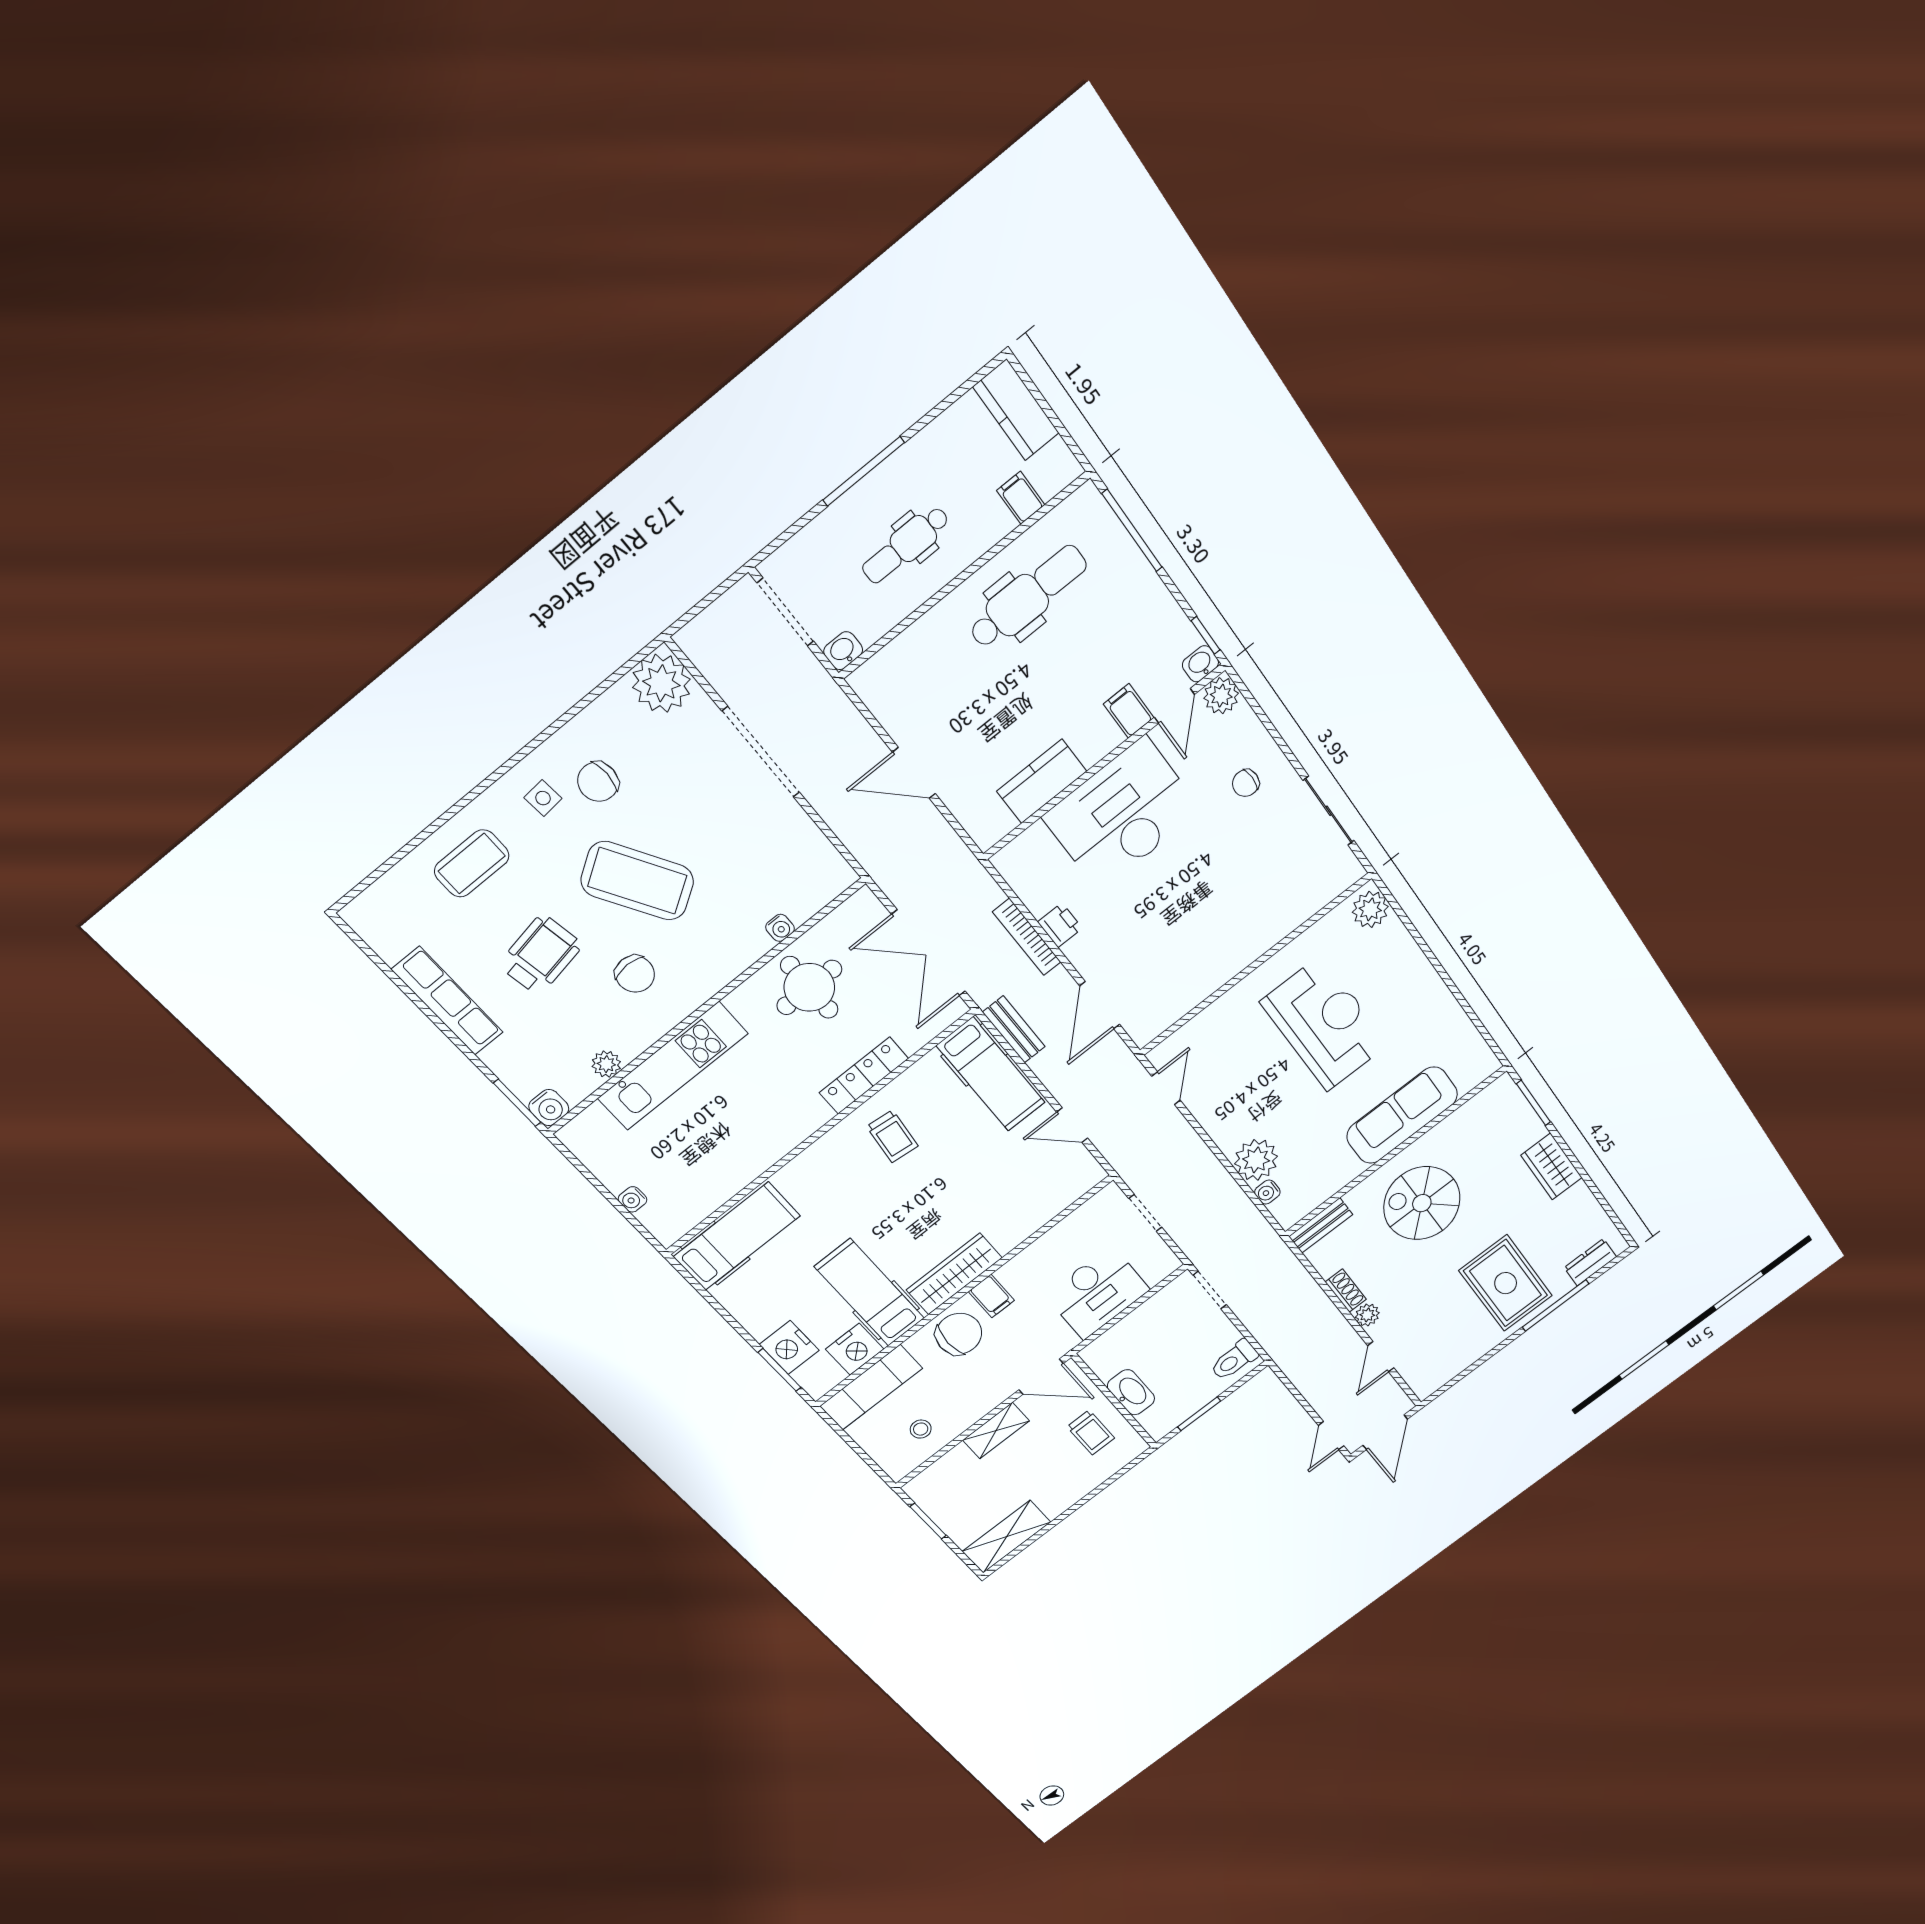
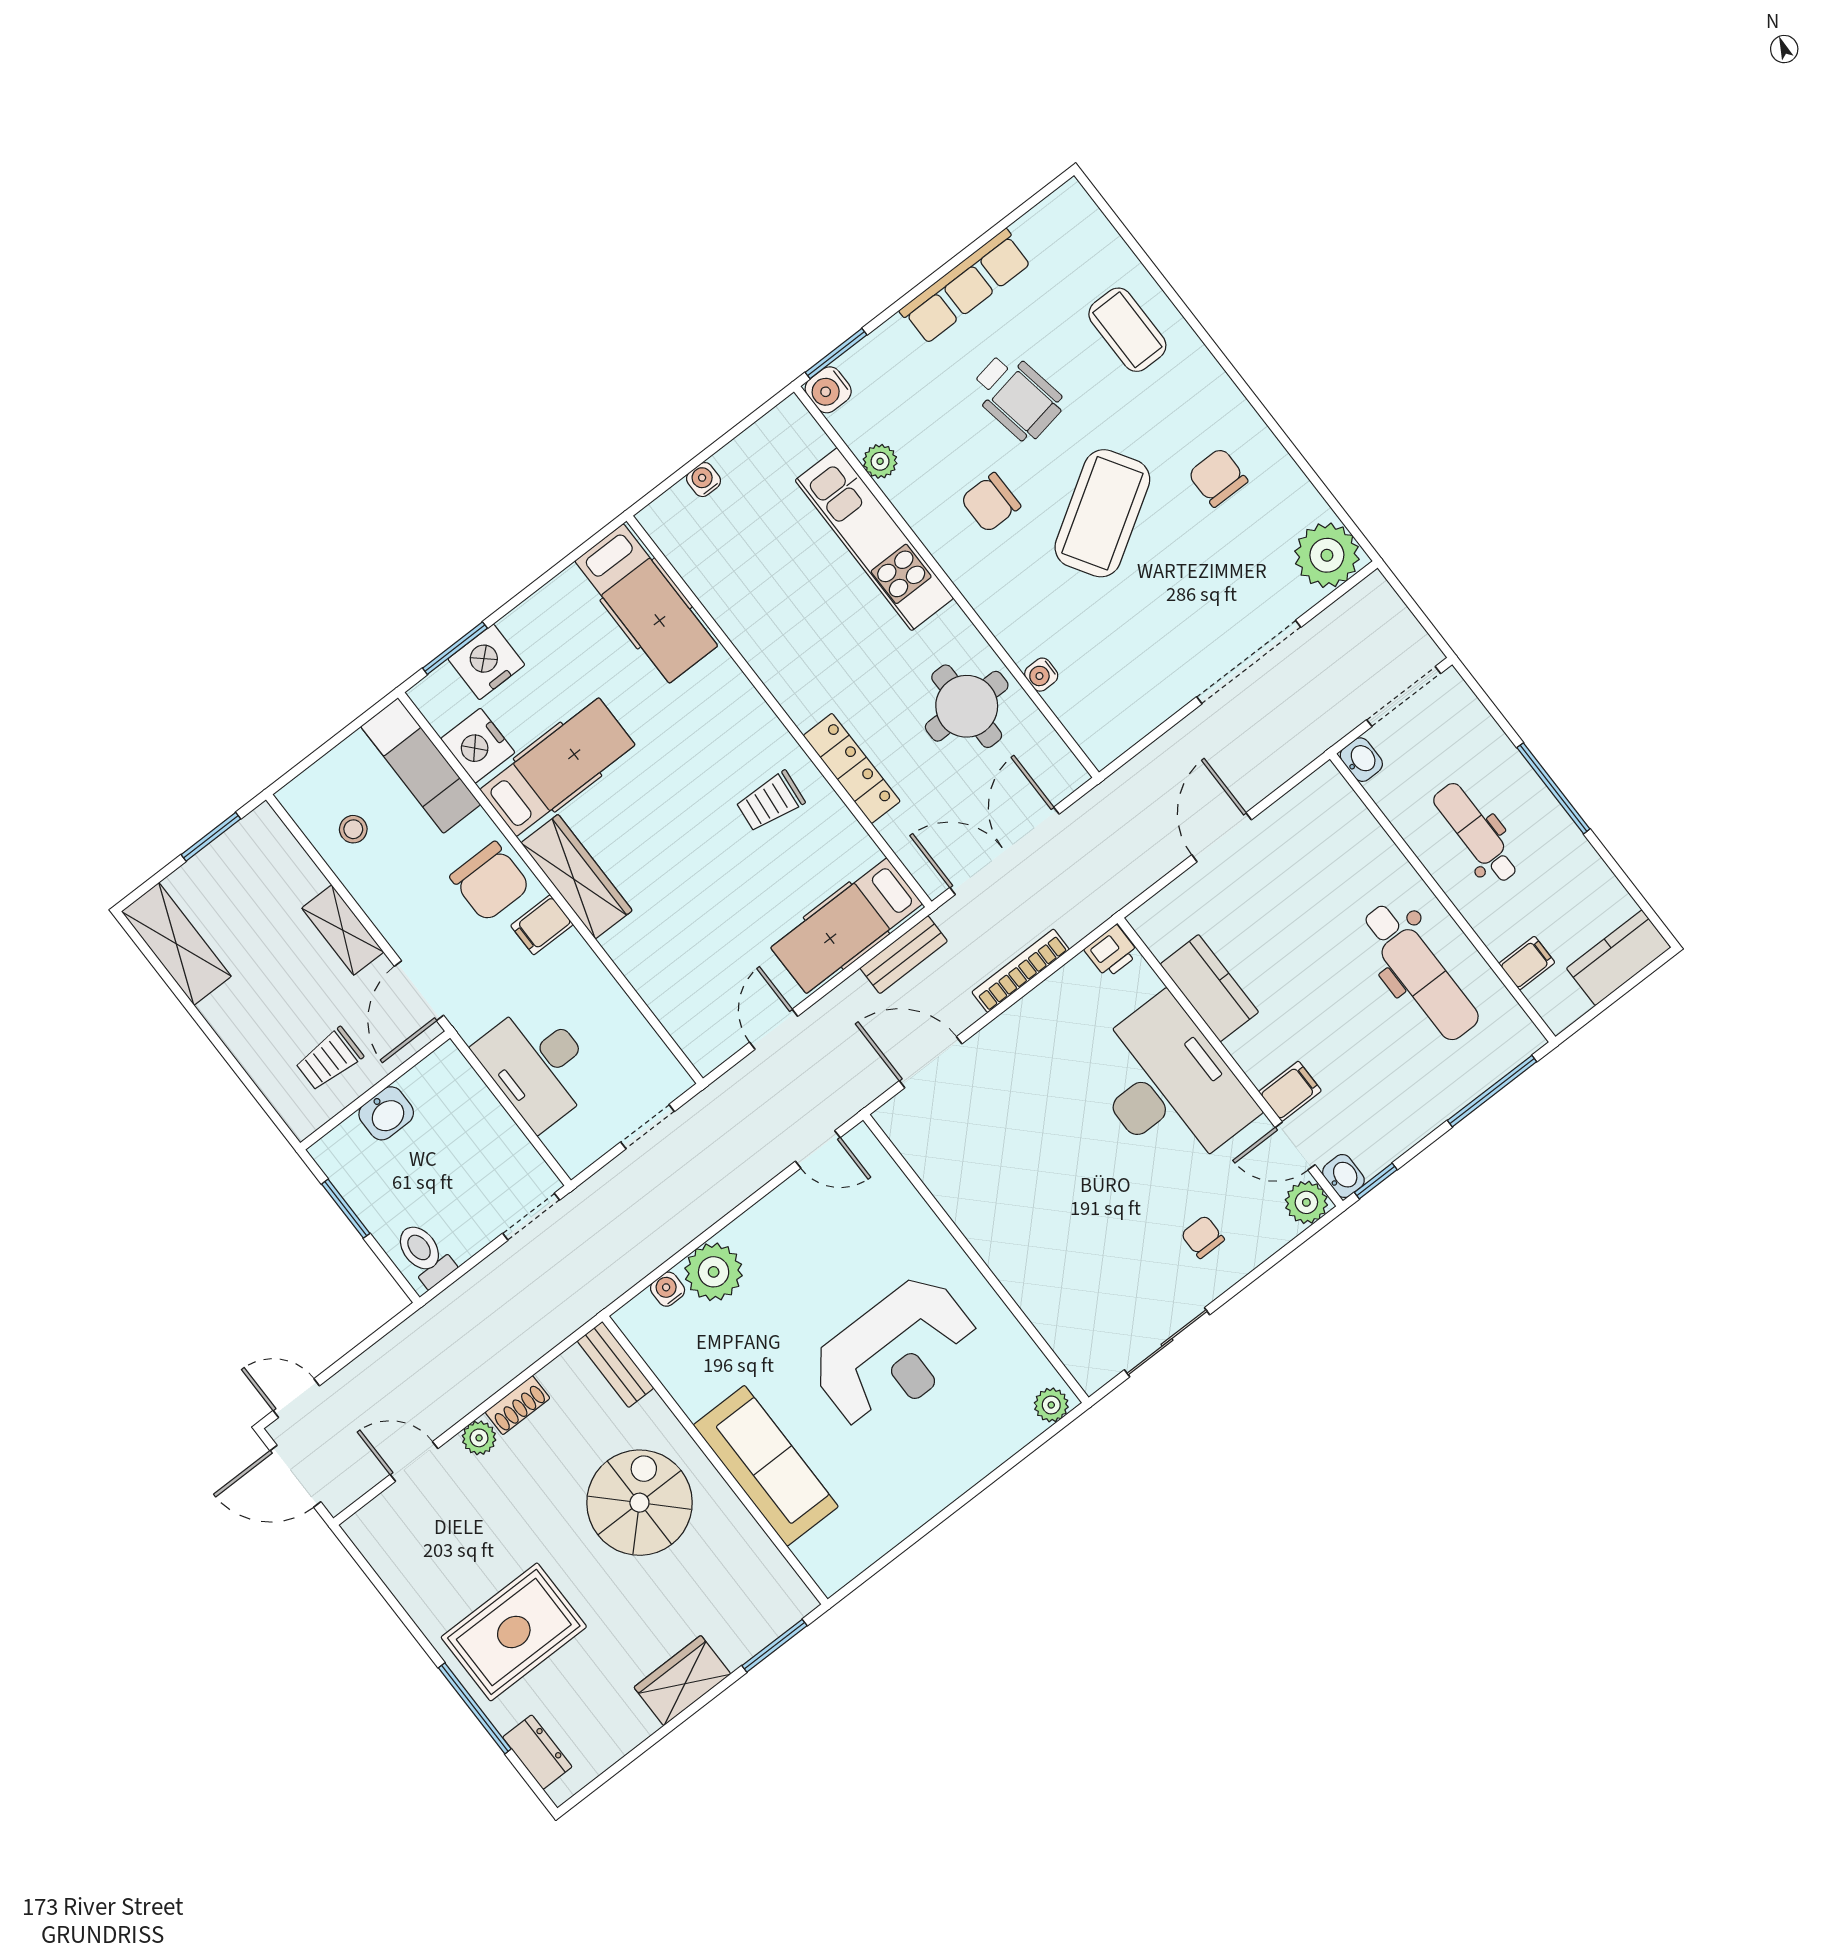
side table: (543, 798) -> (1201, 415), removed
plant: (1370, 909) -> (1051, 1405), width x0.73, depth x0.73
printer: (1060, 925) -> (1112, 952), moved
washbasin: (1131, 1392) -> (386, 1113), width x0.72

